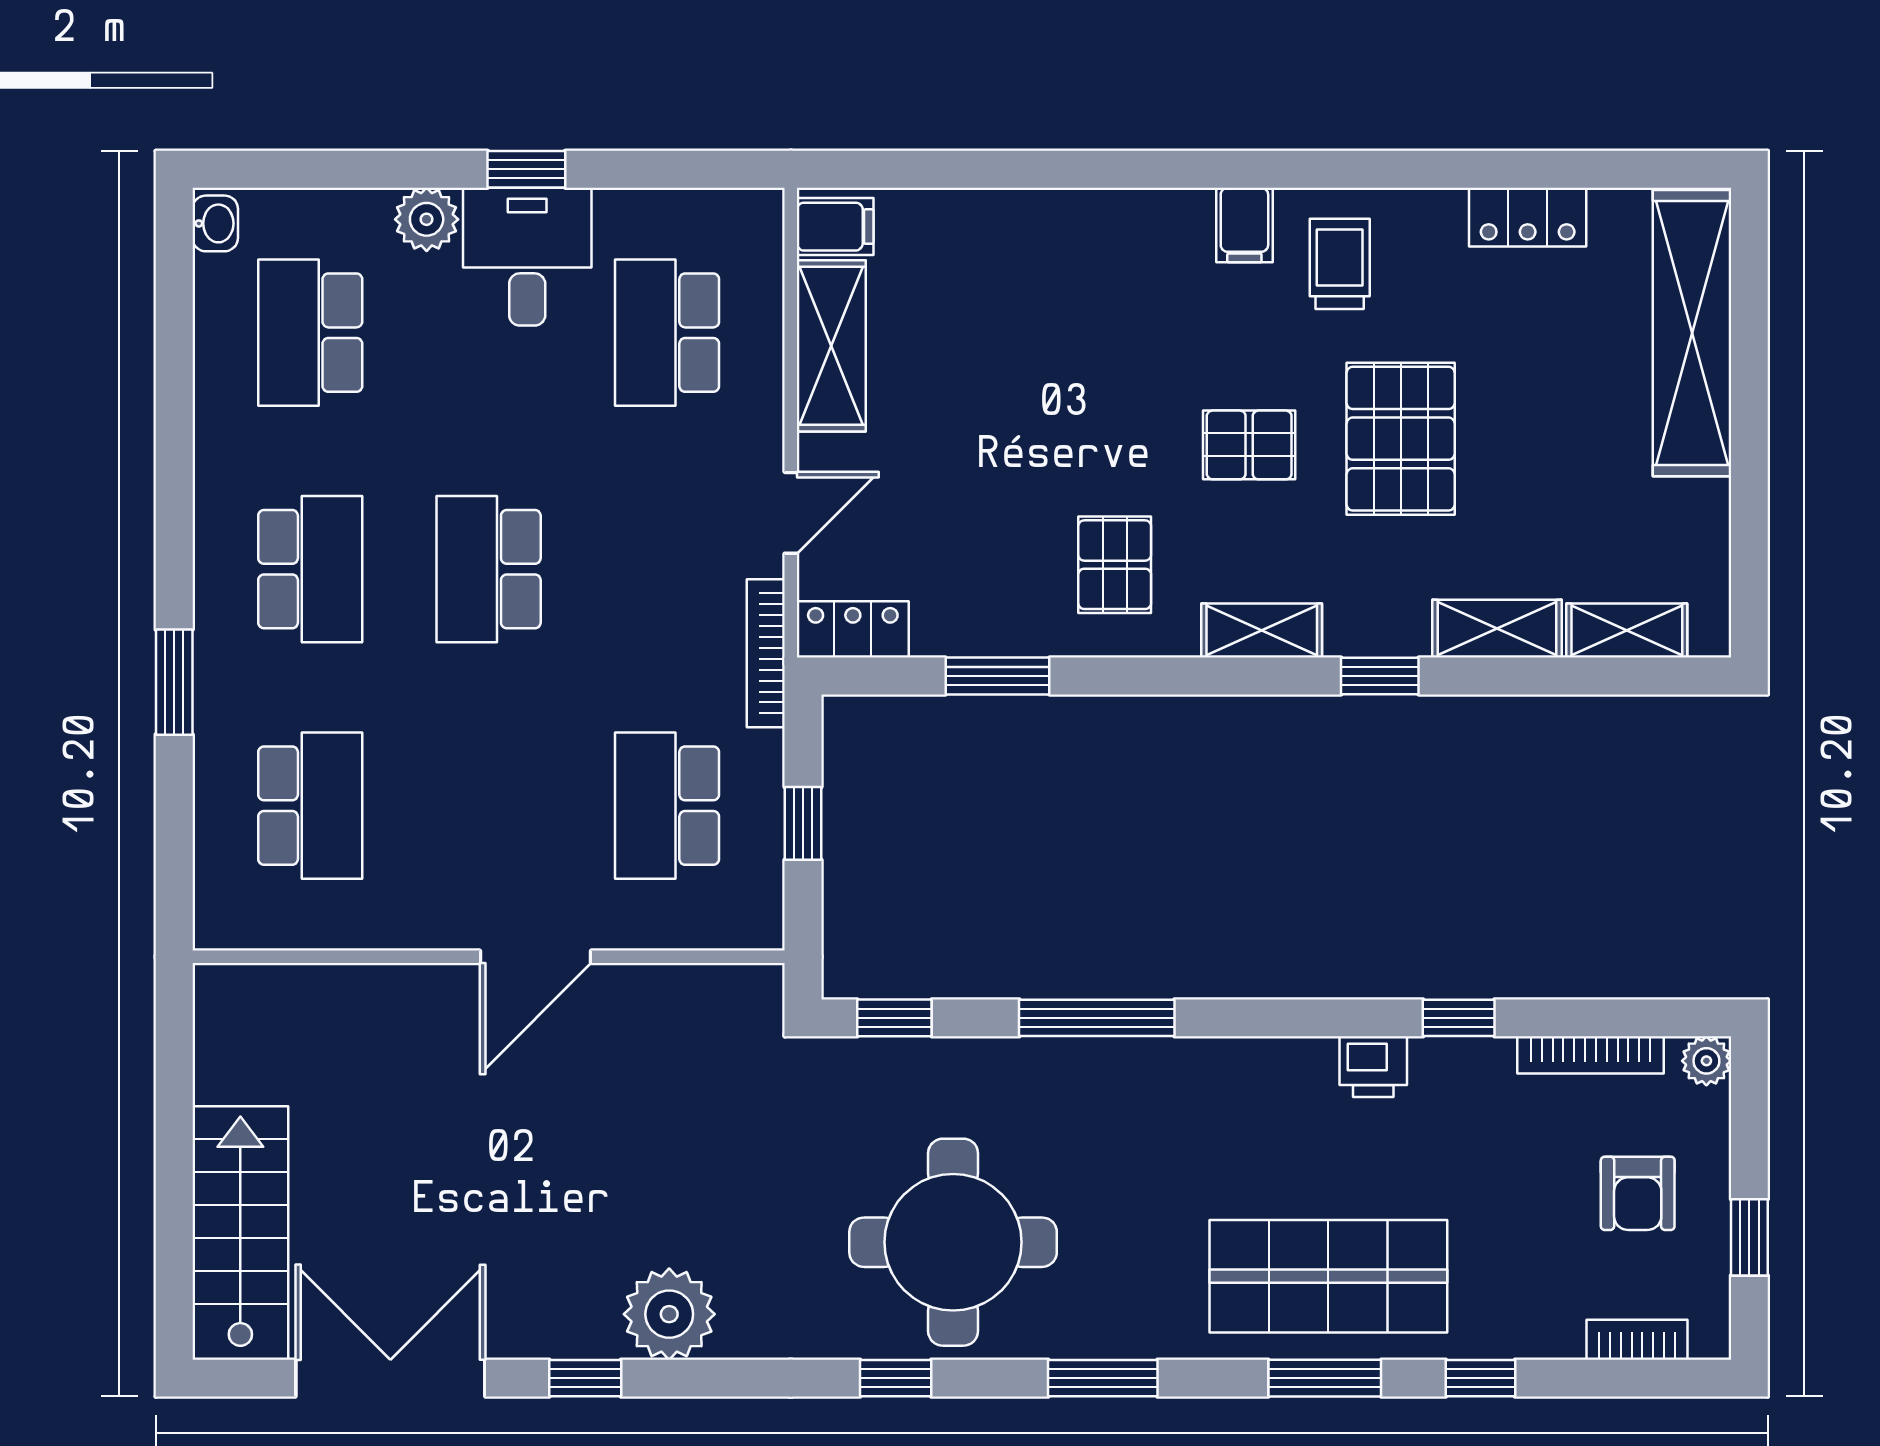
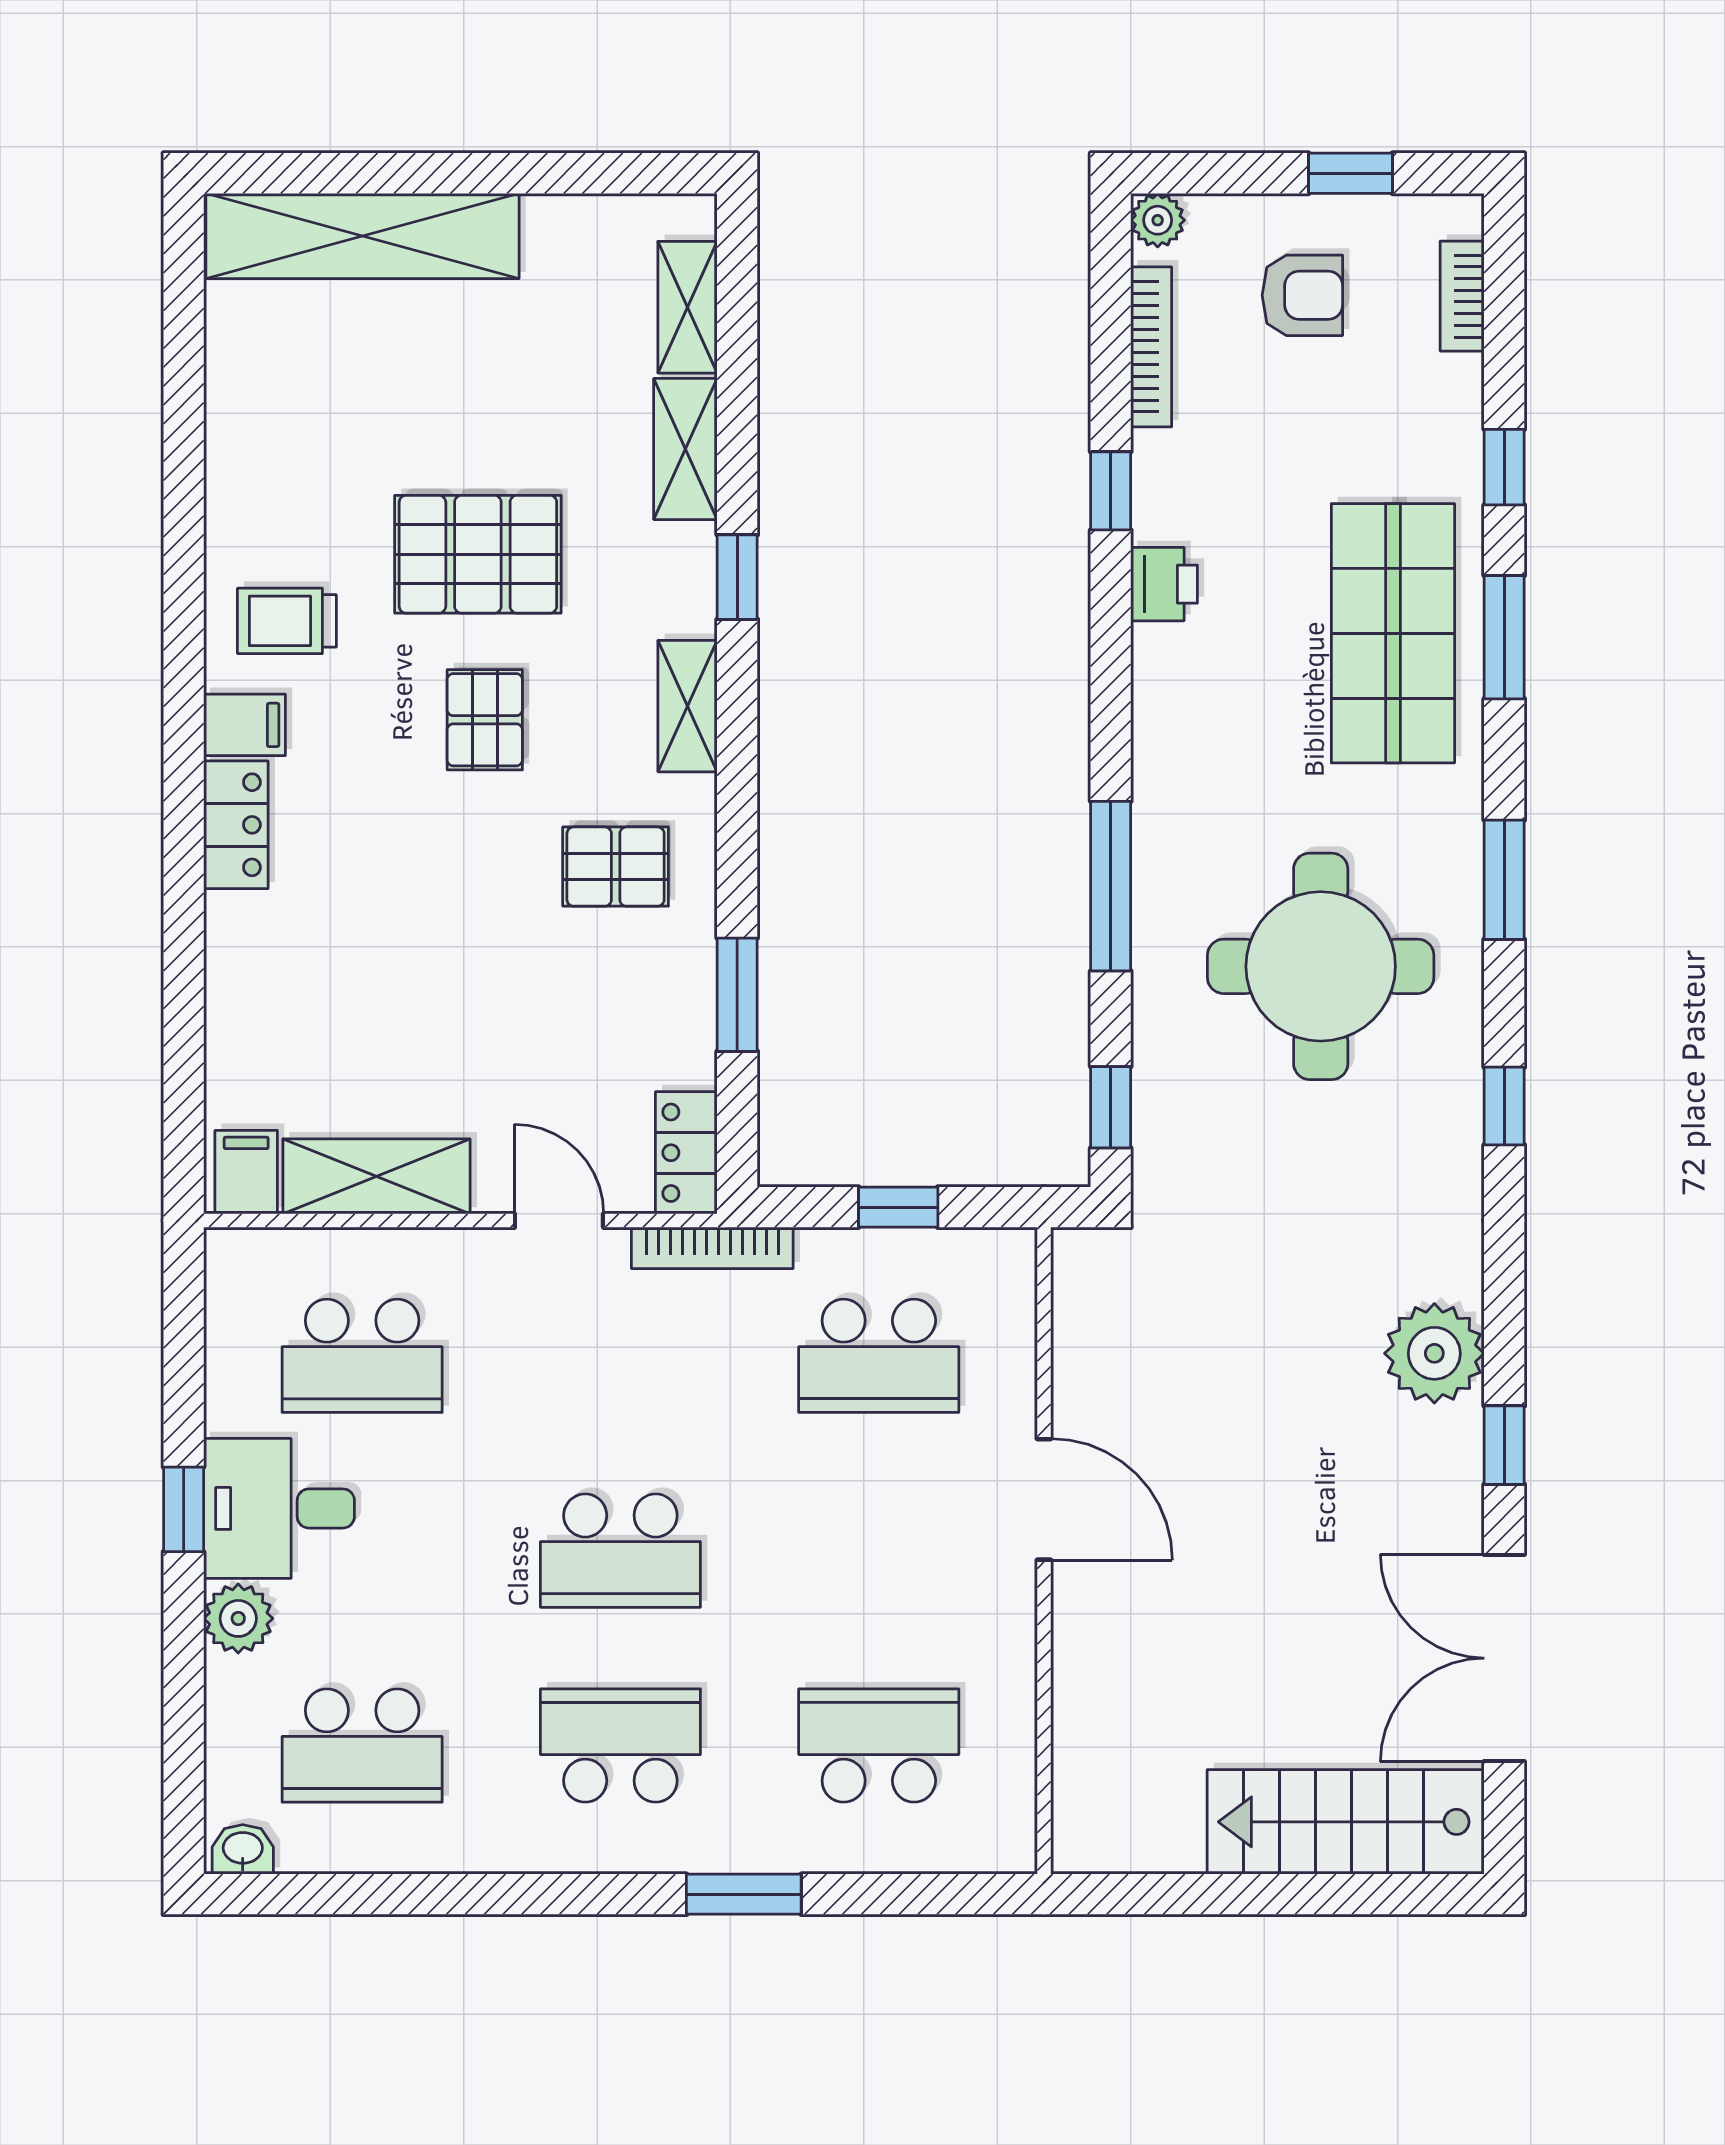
locker: (1528, 217) -> (236, 825), moved
round table: (953, 1242) -> (1321, 966), moved

